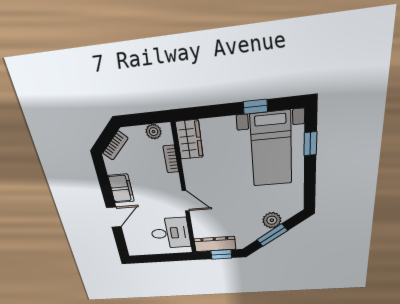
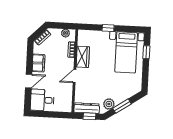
window: (255, 107) -> (108, 28), moved
wardrobe: (189, 140) -> (83, 57), moved
door: (186, 201) -> (74, 76), swing flipped
plant: (272, 220) -> (109, 104), moved
desk: (170, 233) -> (42, 100), moved, turned 180

